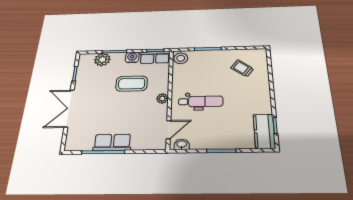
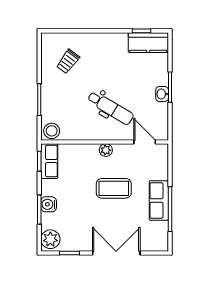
water cooler: (132, 57) -> (49, 204), moved
plant: (102, 60) -> (50, 239), moved
coffee table: (132, 84) -> (114, 188), moved, turned 90
dental chair: (201, 101) -> (111, 108), turned 121
double door: (69, 108) -> (116, 253), swing flipped
washbasin: (182, 144) -> (162, 94), moved

